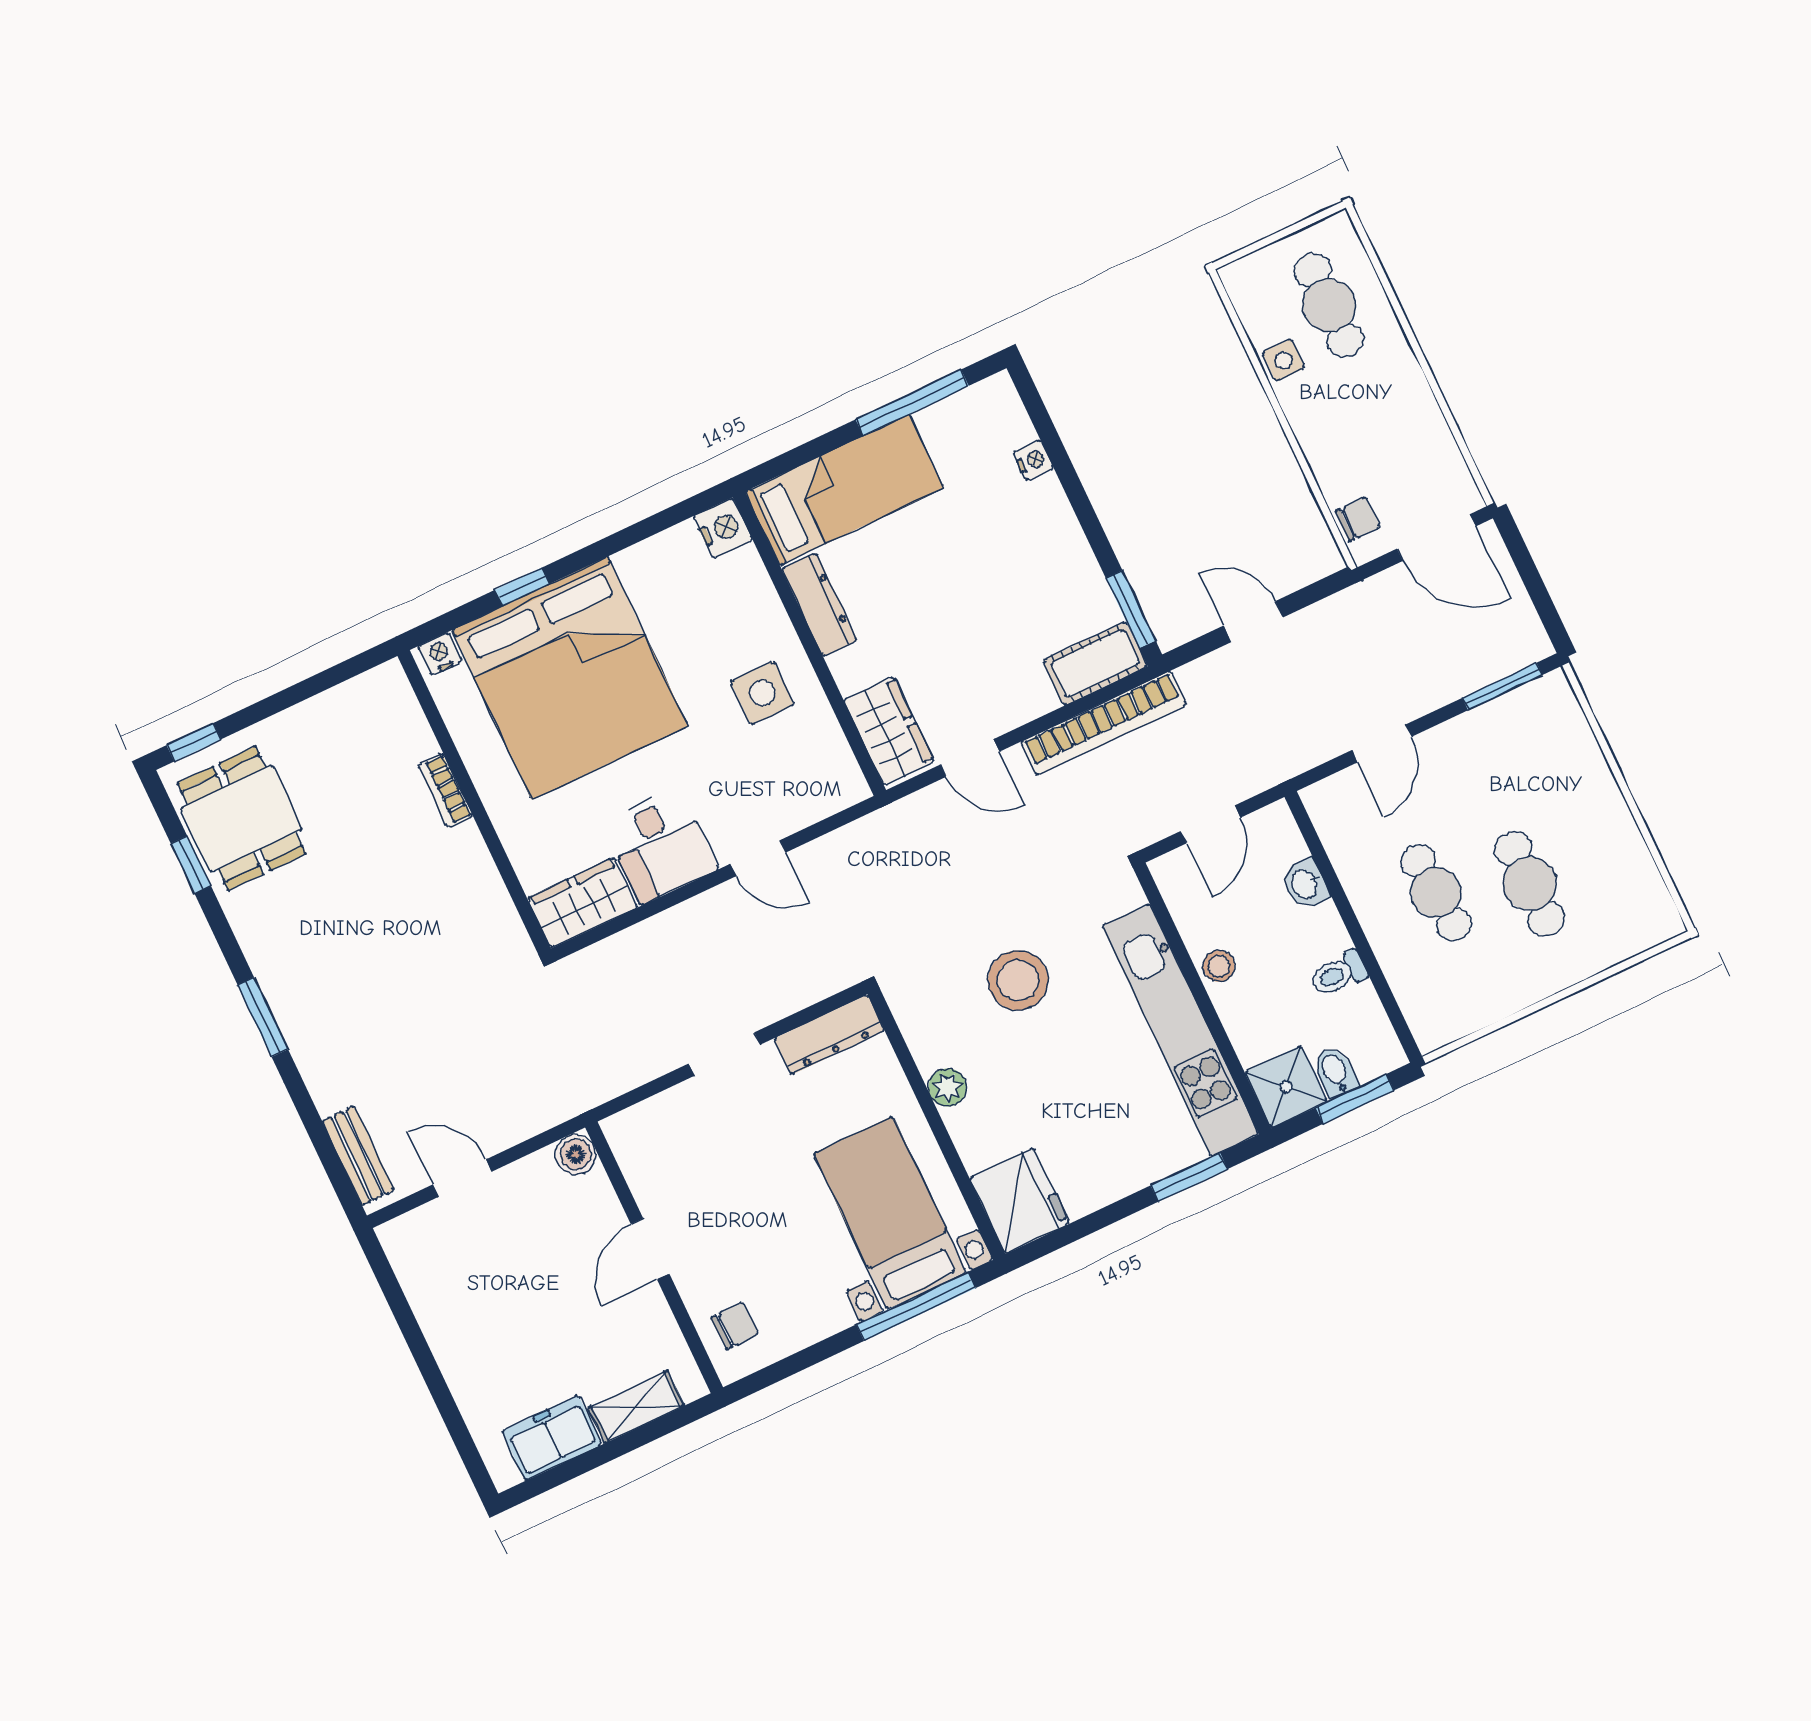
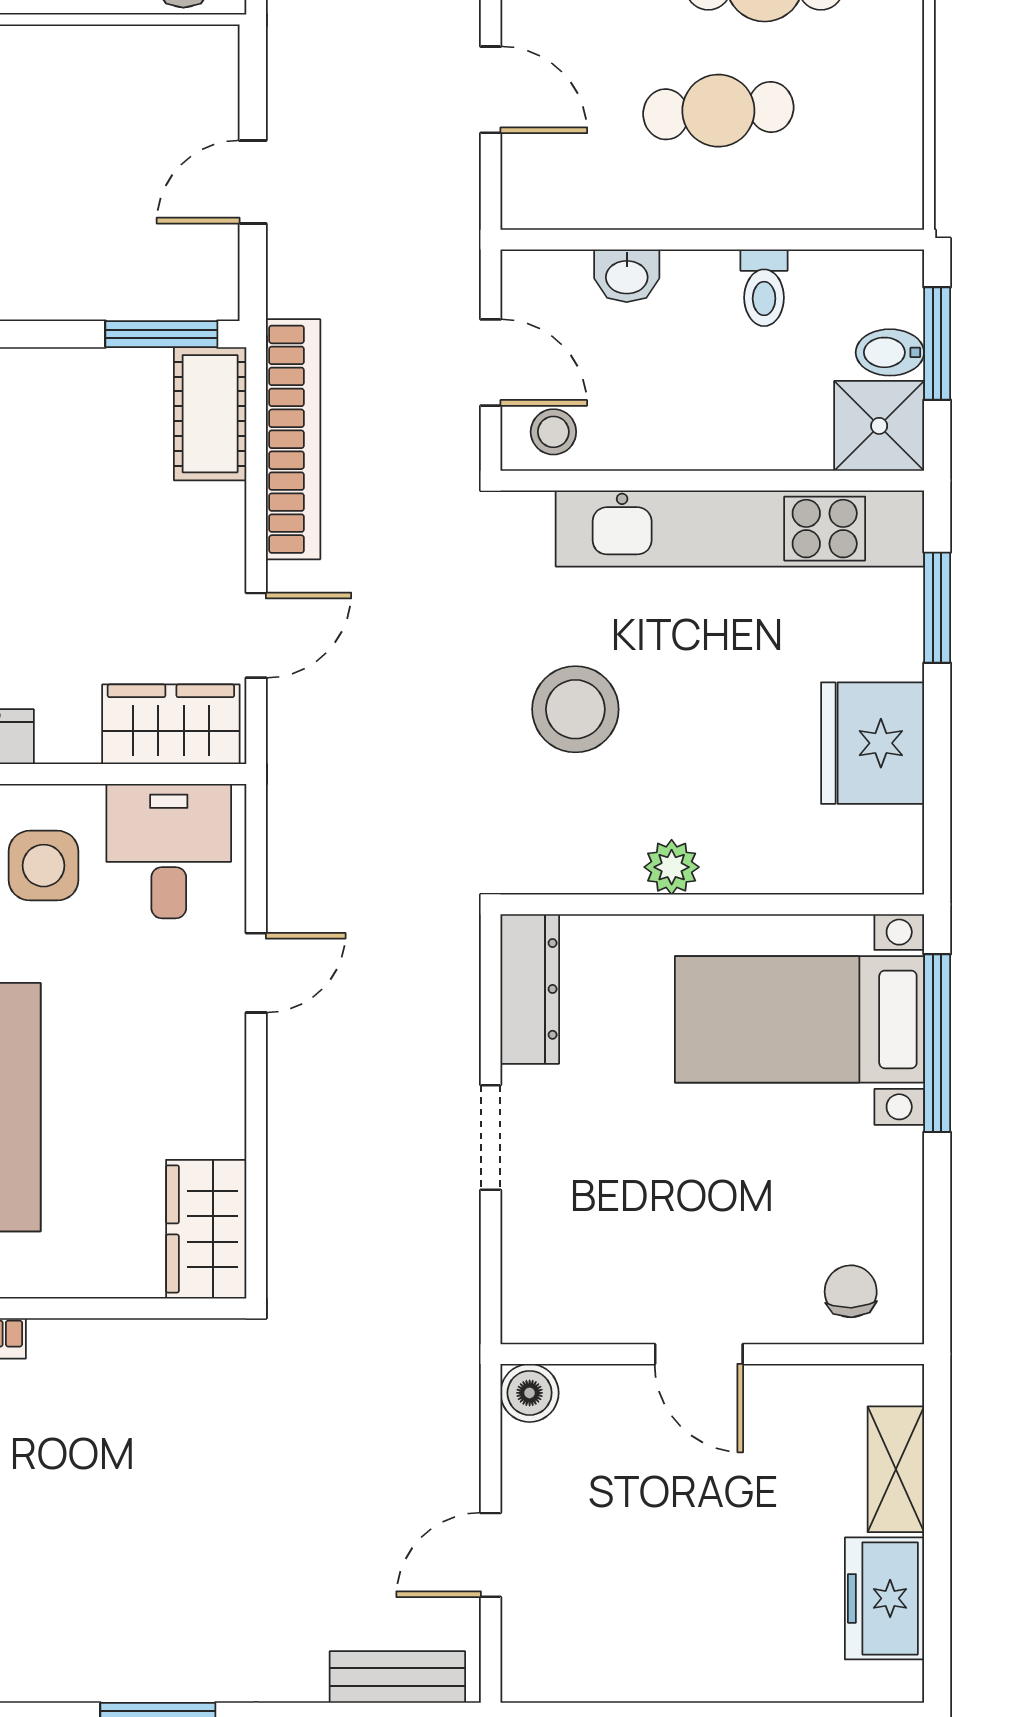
desk: (660, 845) -> (169, 851), moved, turned -90
stool: (1219, 966) -> (553, 432), moved
fridge: (1020, 1201) -> (873, 743), moved, turned -90

